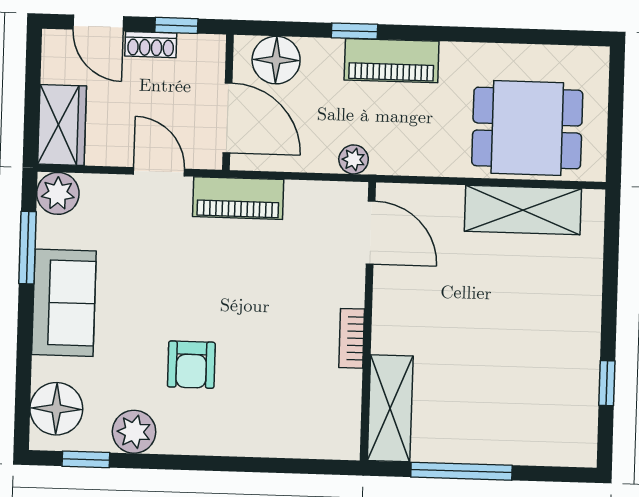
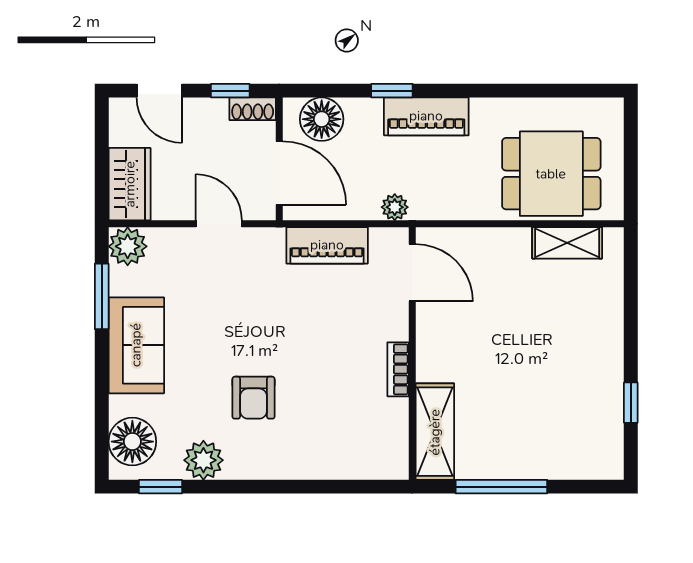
shoe rack: (151, 45) -> (253, 109), moved
piano: (238, 198) -> (327, 245), moved
shelving: (523, 210) -> (567, 243), width x0.67, depth x0.75

